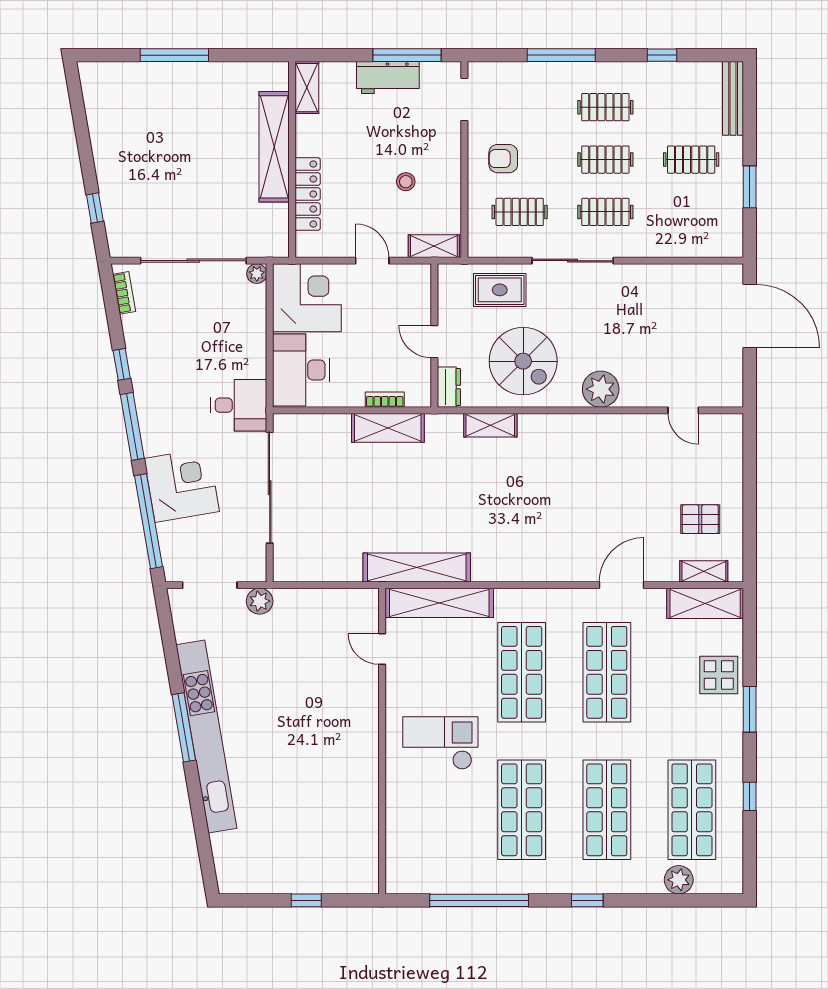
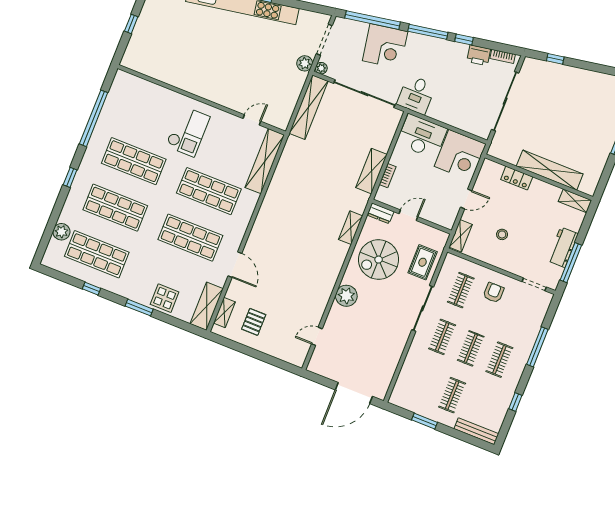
locker: (308, 194) -> (517, 178), width x0.66
plant: (257, 274) -> (321, 68), moved
printer: (137, 331) -> (479, 55), added
shelving: (417, 567) -> (309, 107), moved

